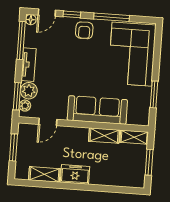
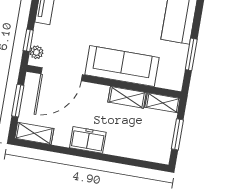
plant: (29, 91) -> (43, 35), removed
window: (17, 96) -> (28, 40), width x0.67
door: (48, 122) -> (62, 74), width x1.87
shelving: (44, 174) -> (34, 133), moved

